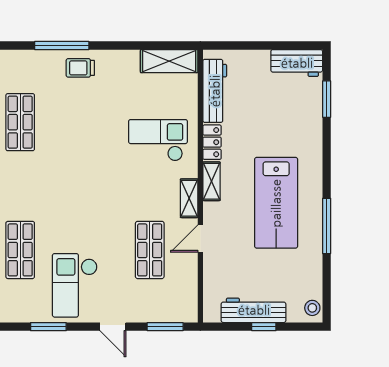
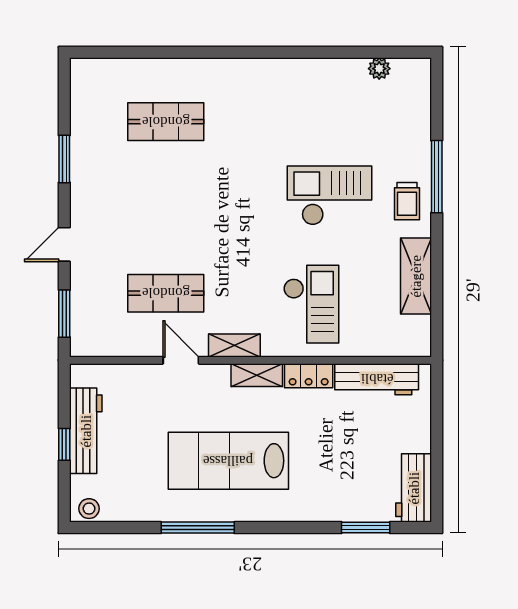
shelving: (169, 61) -> (416, 276), moved
trolley: (80, 68) -> (407, 201), turned 180
shop shelf: (20, 122) -> (335, 122), removed
checkout: (75, 285) -> (330, 195), moved

